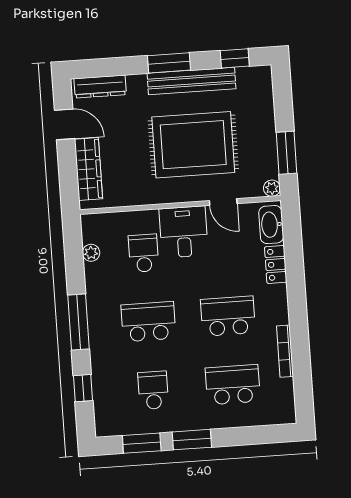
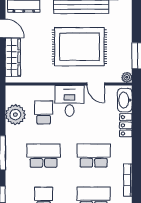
plant: (91, 253) -> (15, 115), width x1.88, depth x1.88

